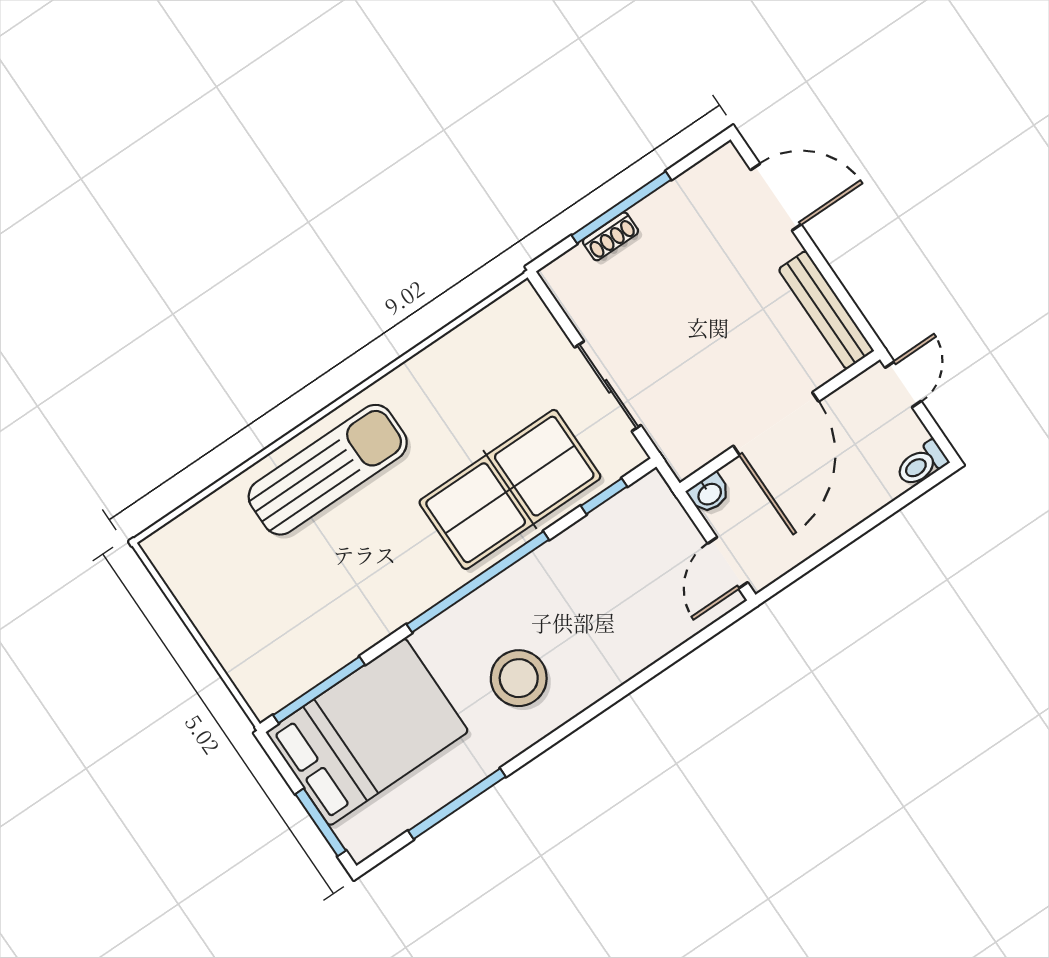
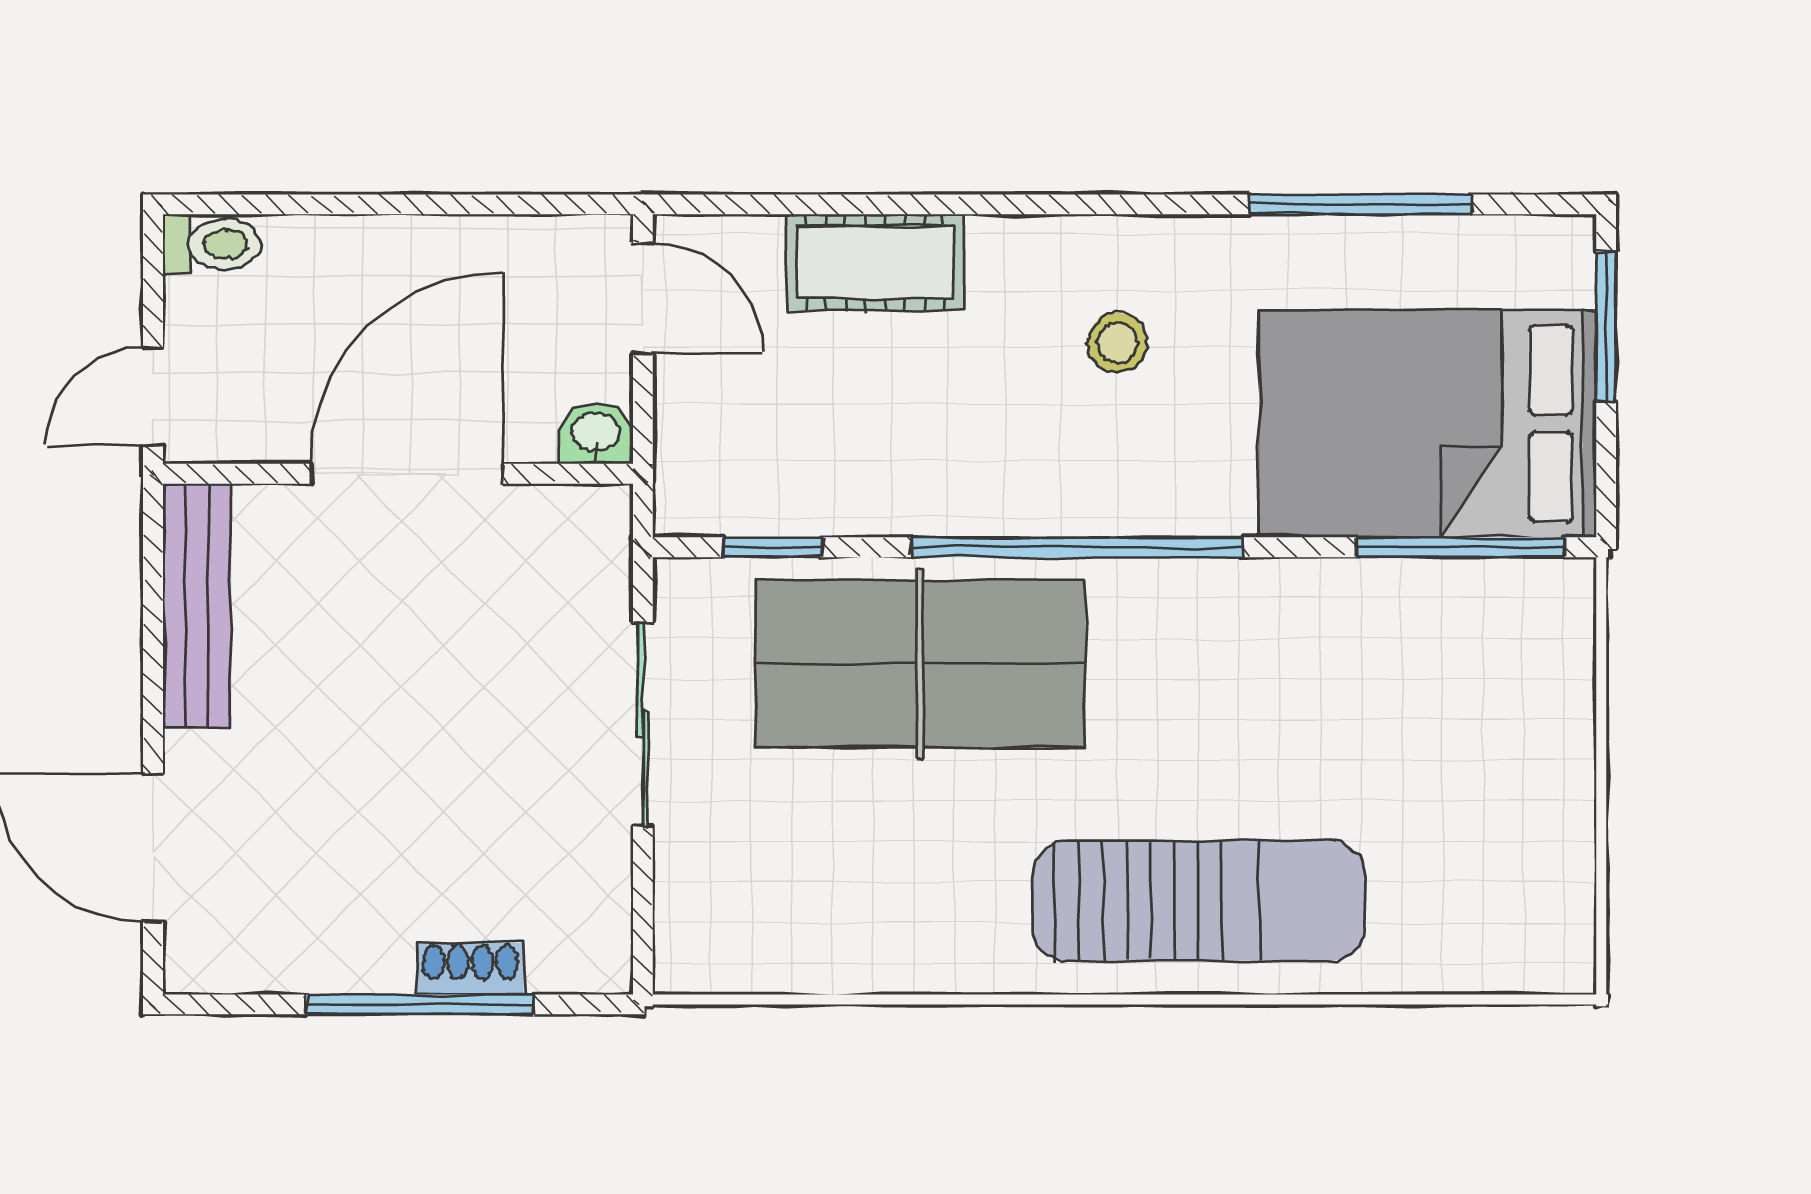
sun lounger: (328, 470) -> (1199, 901), turned 180
door: (728, 563) -> (643, 298), hinge flipped
cot: (642, 643) -> (875, 262), added
stool: (519, 678) -> (1117, 342), width x0.53, depth x0.53

